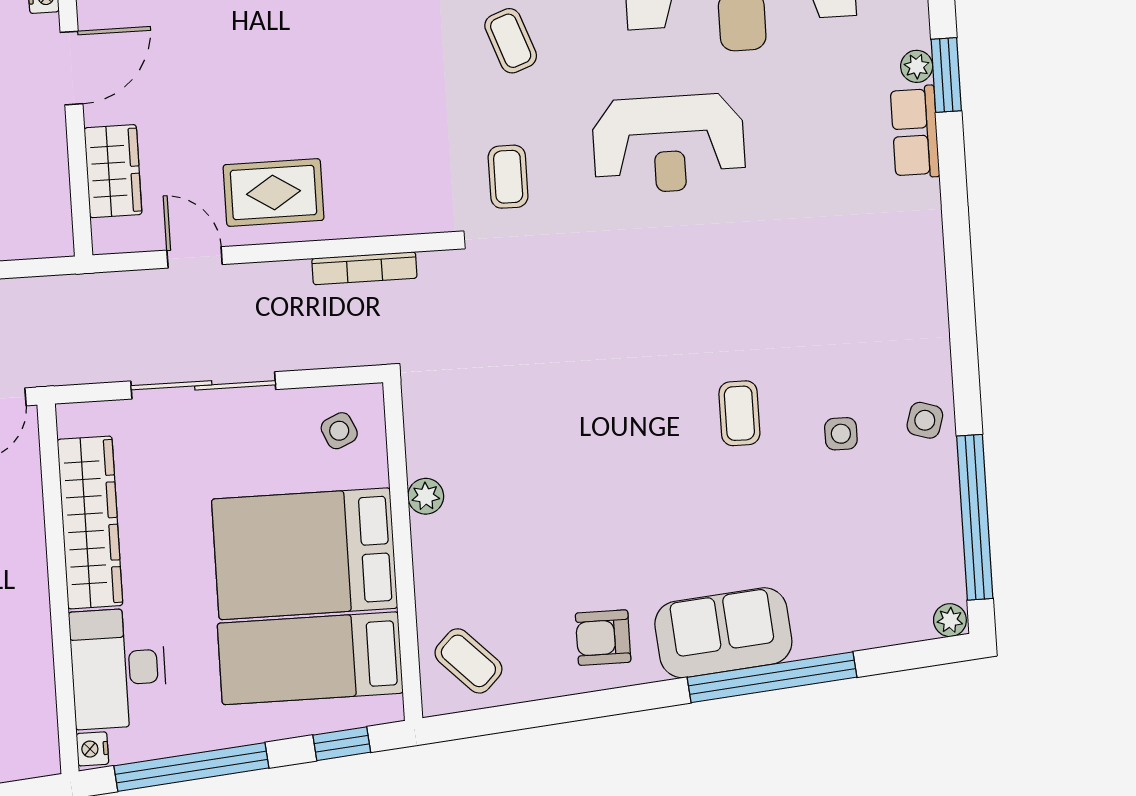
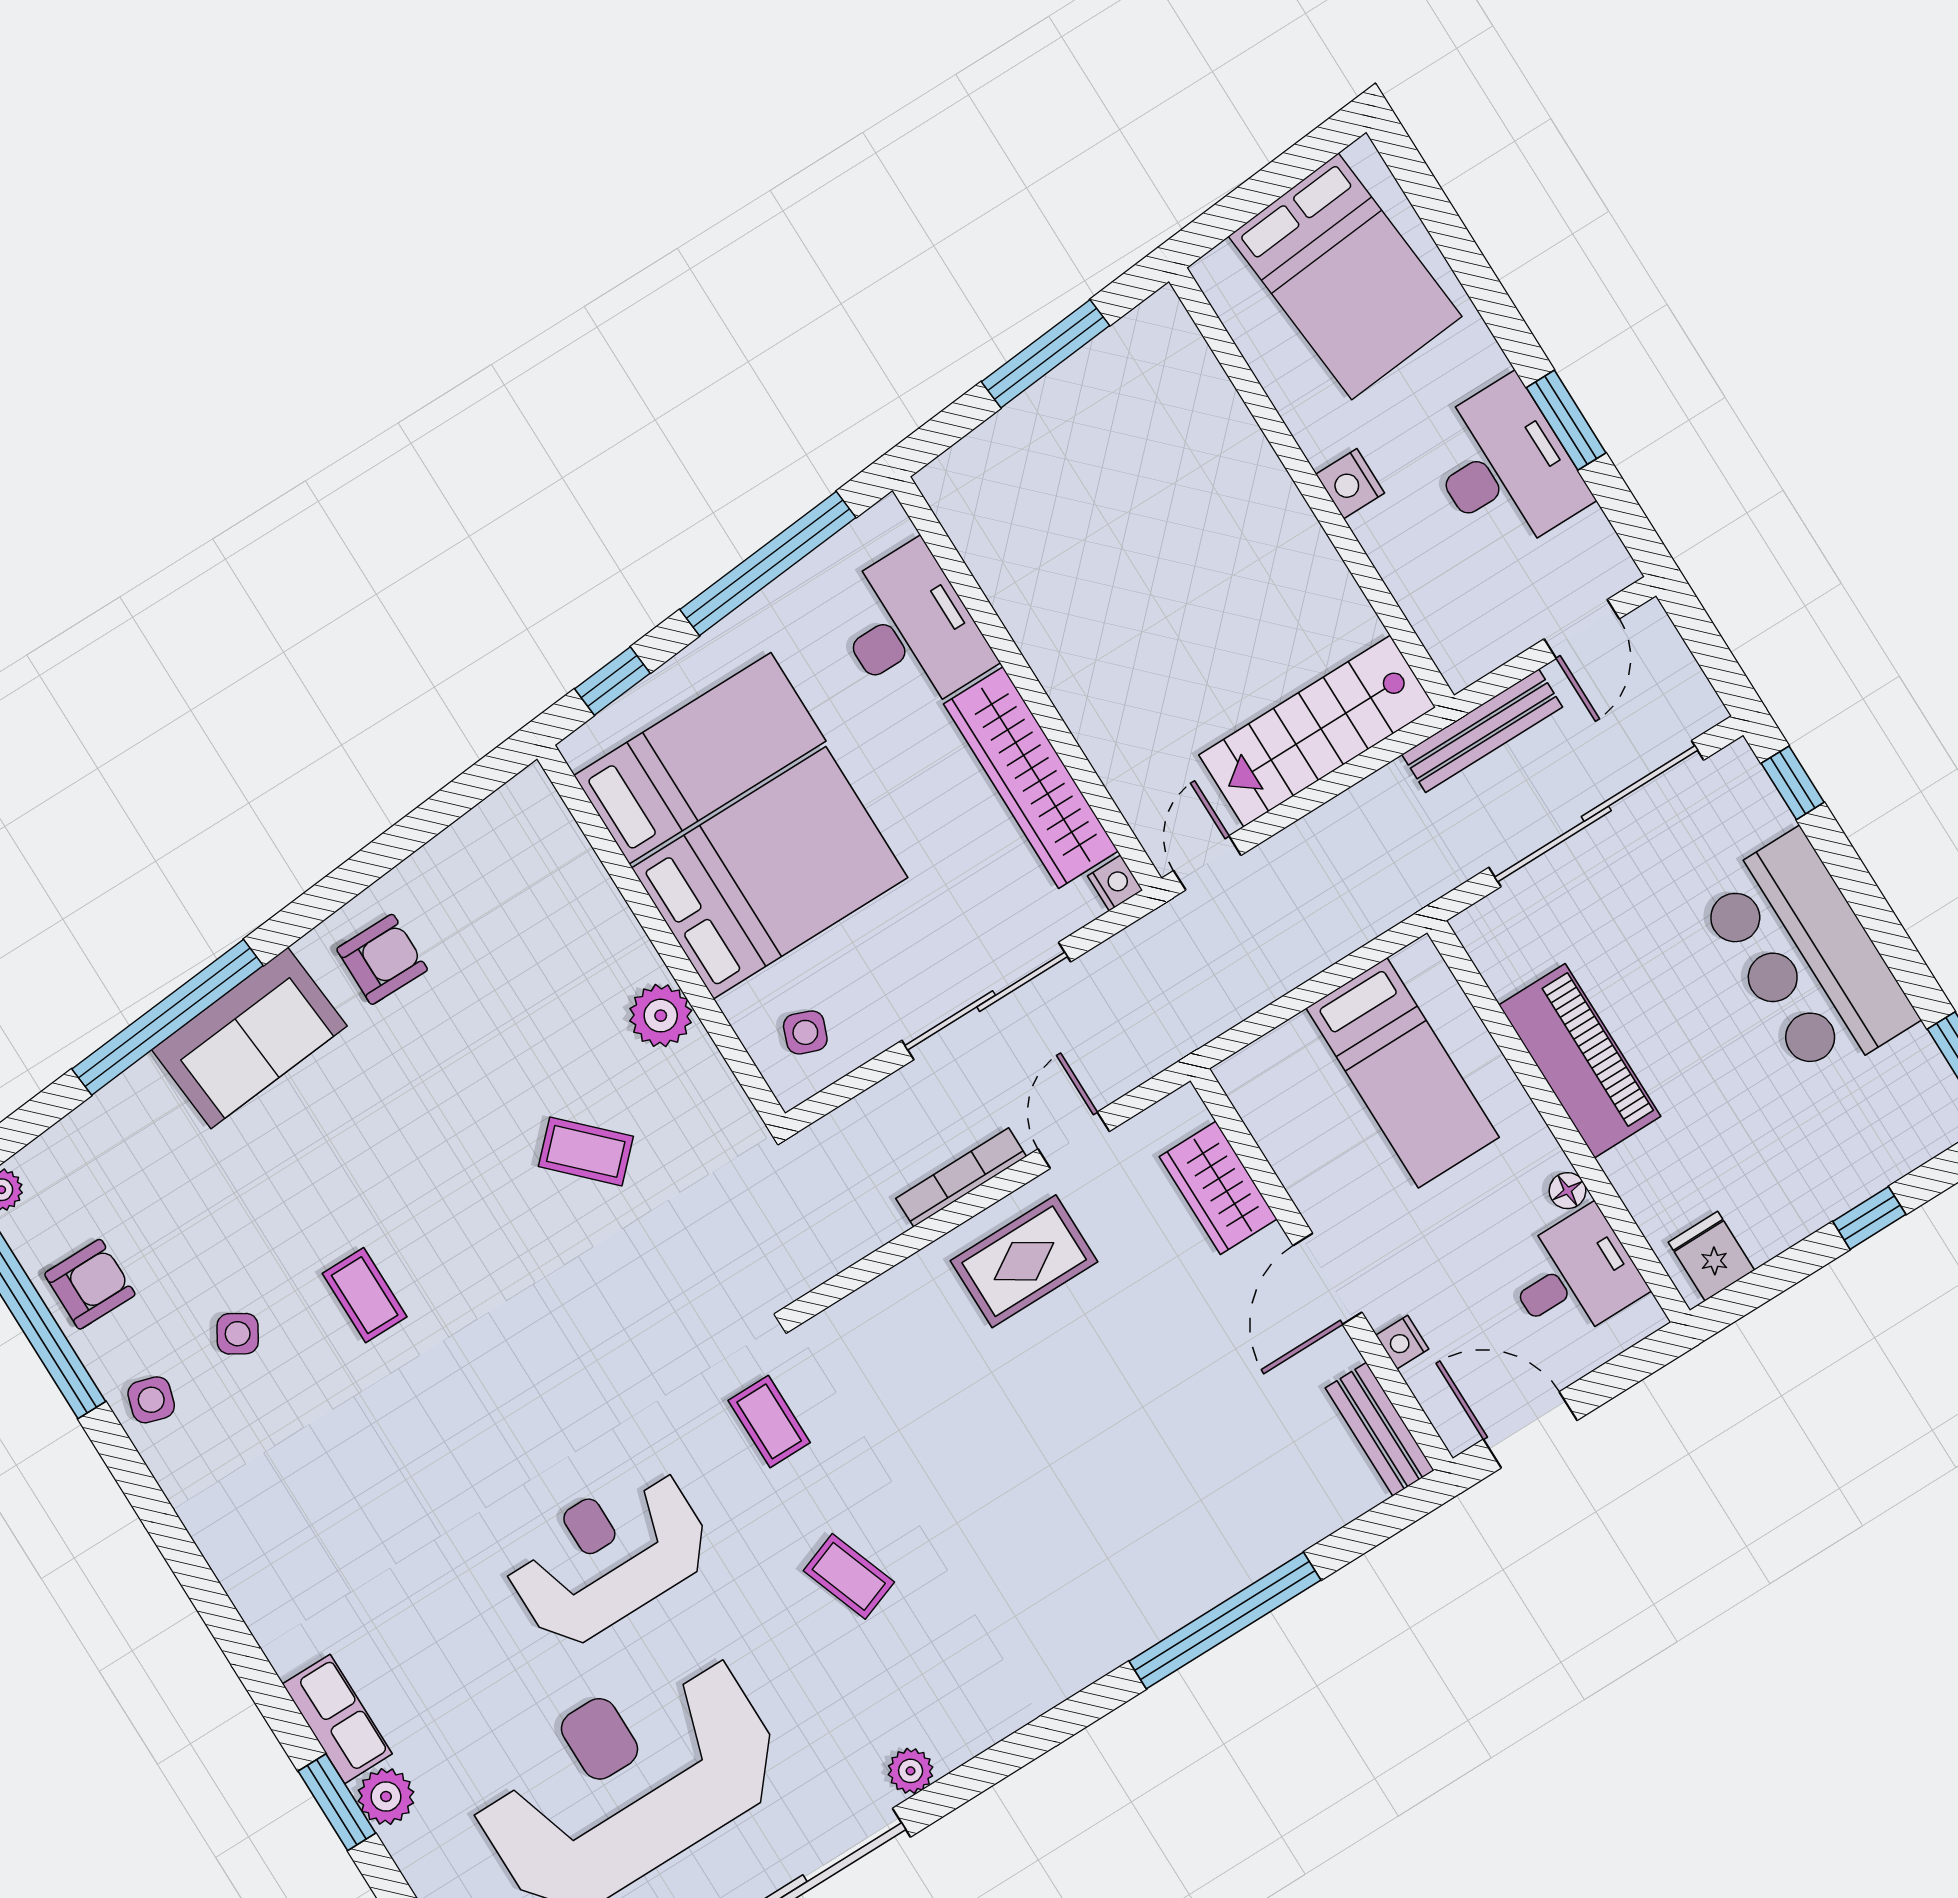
plant: (917, 66) -> (386, 1796), width x1.38, depth x1.38
door: (195, 257) -> (1074, 1140), swing flipped
bookcase: (364, 268) -> (961, 1177), moved
side table: (339, 431) -> (805, 1032), turned 45
side table: (841, 434) -> (238, 1334), turned 31
plant: (426, 496) -> (661, 1016), width x1.38, depth x1.38
armchair: (924, 522) -> (90, 1284), added
coffee table: (468, 661) -> (586, 1151), moved
nightstand: (92, 749) -> (1115, 883), moved

